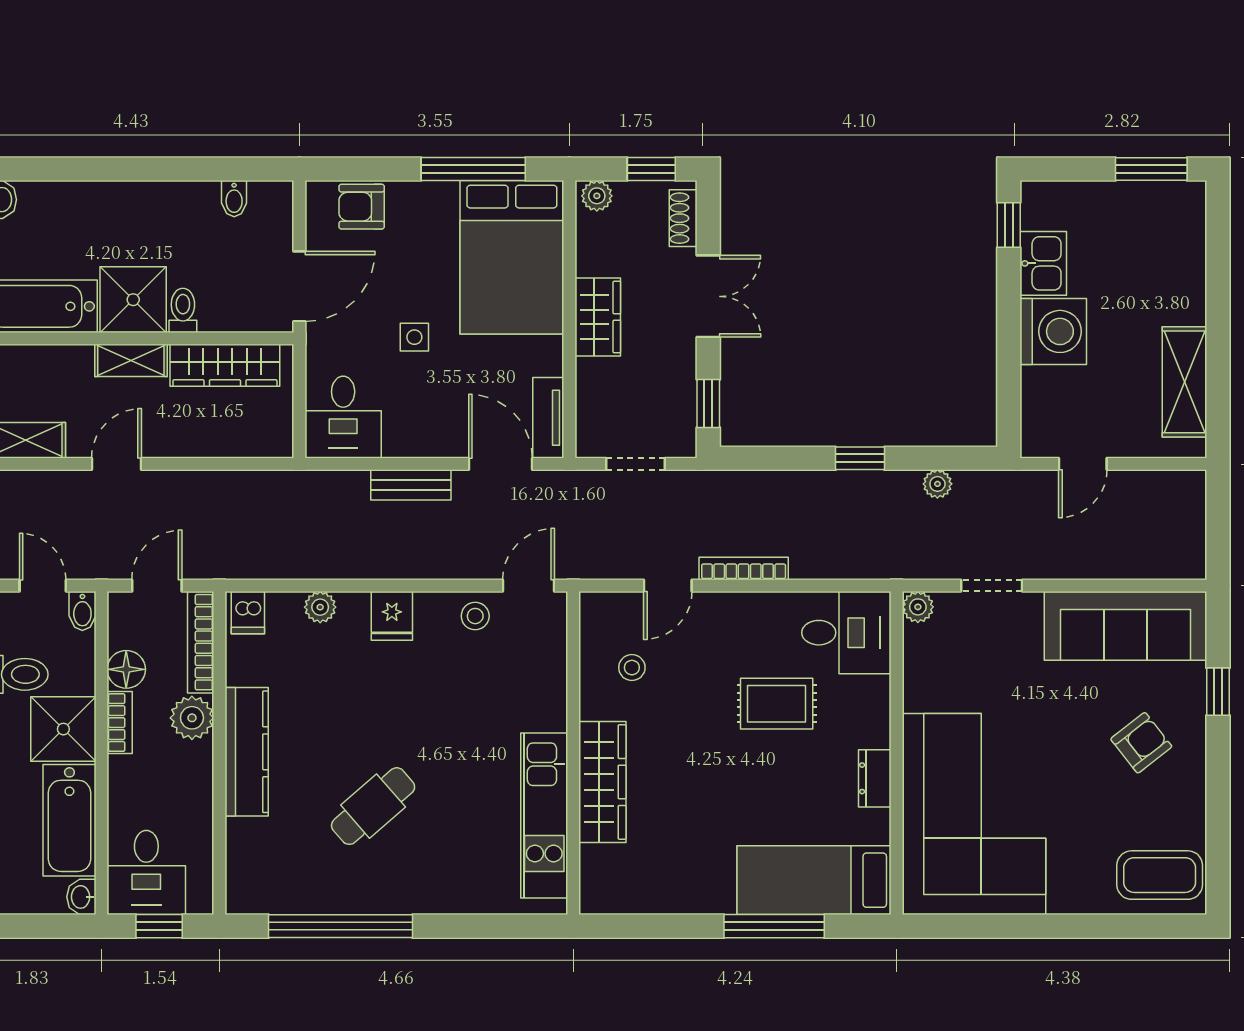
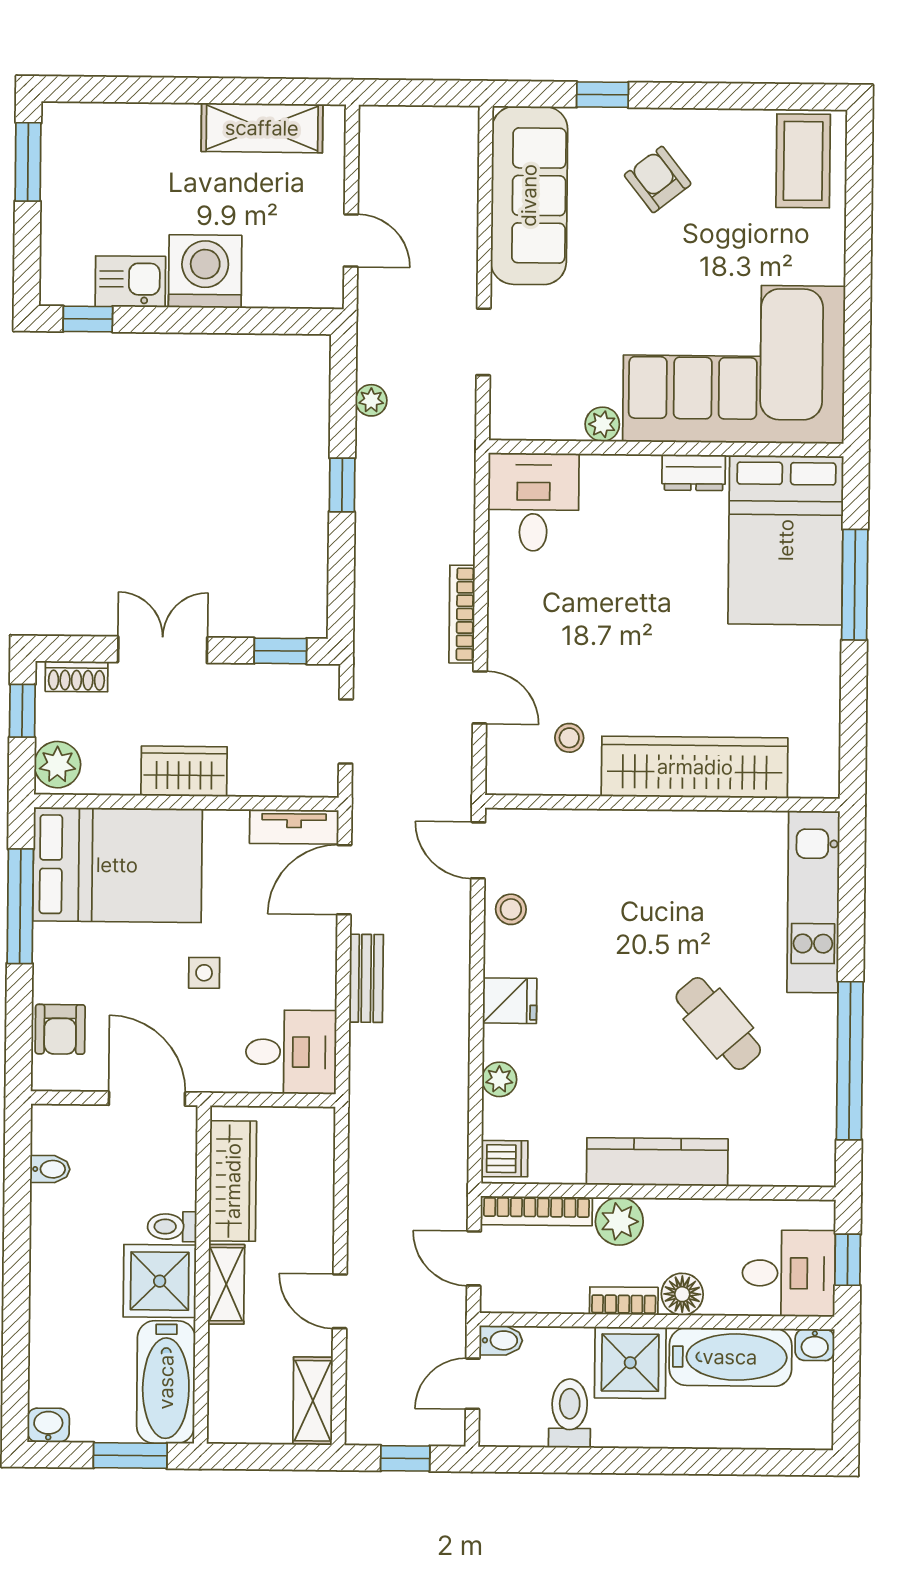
plant: (597, 196) -> (57, 765), width x1.38, depth x1.38
plant: (918, 607) -> (602, 424), moved
floor lamp: (126, 669) -> (682, 1294), moved
rug: (777, 704) -> (611, 579), removed
wardrobe: (602, 782) -> (695, 767), width x1.40, depth x1.17
kitchen unit: (544, 815) -> (813, 902), moved, turned 90
bed: (814, 880) -> (786, 540), width x1.50

